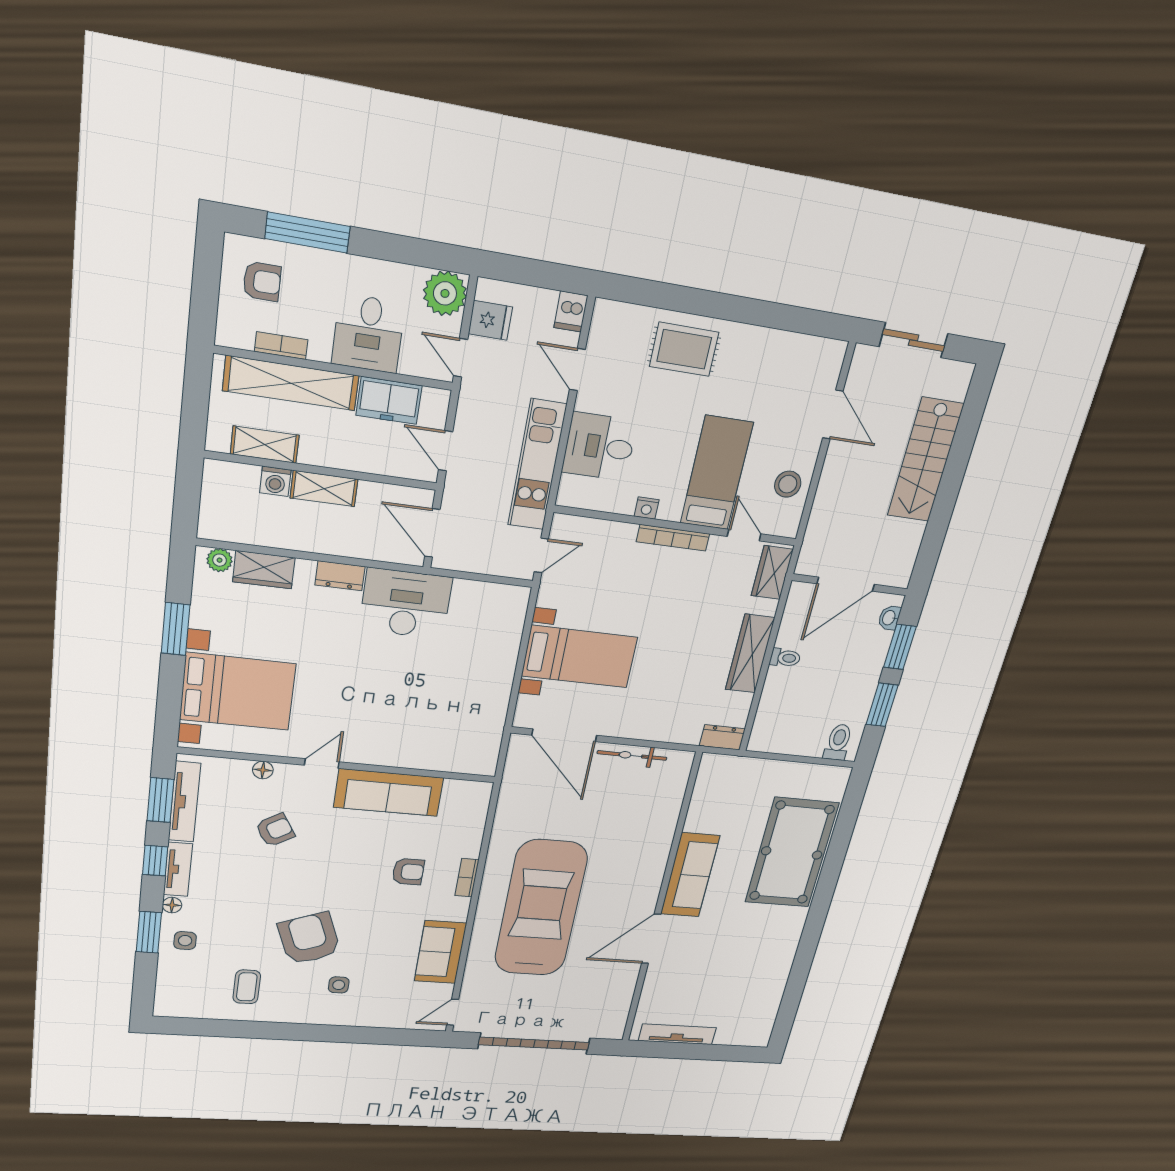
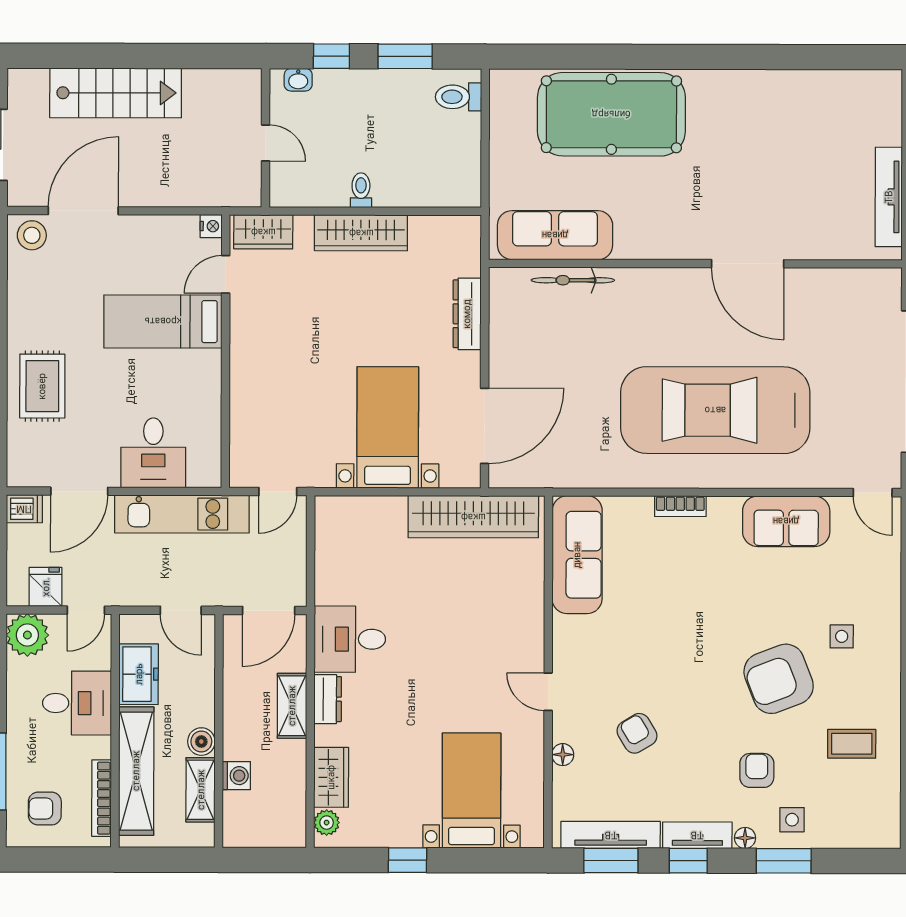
armchair: (262, 282) -> (45, 809), turned -90
bookcase: (281, 346) -> (102, 798), width x1.56
door: (577, 370) -> (79, 491), width x1.38
door: (833, 415) -> (83, 211), width x1.36
door: (446, 451) -> (181, 610), hinge flipped
boiler: (314, 452) -> (201, 742), added
stool: (788, 484) -> (32, 235), moved
shelving: (324, 489) -> (292, 706), moved
nightstand: (647, 508) -> (211, 226), moved
bookcase: (673, 538) -> (239, 353), removed
door: (541, 555) -> (278, 492), swing flipped
door: (846, 584) -> (266, 143), width x0.53
desk: (406, 604) -> (350, 639), width x0.73
window: (176, 629) -> (407, 860), width x0.67
window: (900, 647) -> (331, 56), width x0.67
bed with nightstands: (238, 692) -> (472, 791), width x0.73
wardrobe: (488, 718) -> (473, 517), added
dresser: (722, 737) -> (467, 314), moved, width x1.44
bicycle: (632, 755) -> (573, 280), moved, turned 90
sofa: (389, 793) -> (577, 555), moved
armchair: (408, 872) -> (757, 770), moved
sofa: (690, 875) -> (555, 235), moved

